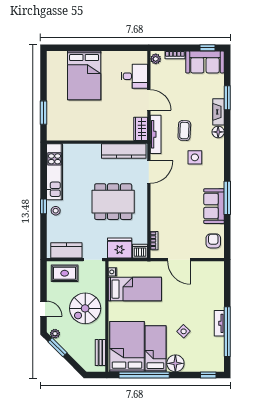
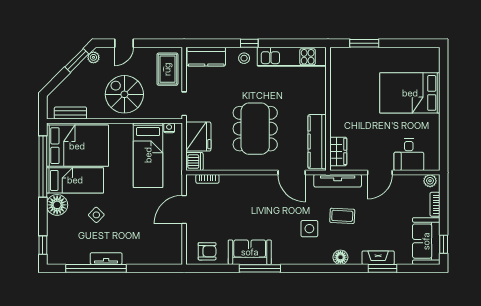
fireplace: (218, 112) -> (378, 258), moved
wardrobe: (141, 129) -> (338, 151), moved, turned 90
kitchen counter: (66, 250) -> (206, 57), moved, turned 90

